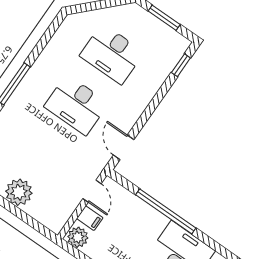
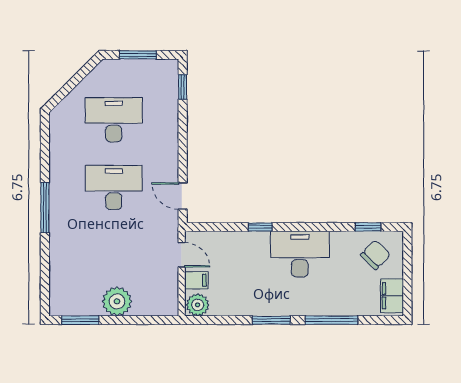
desk: (112, 54) -> (114, 120), turned 180
desk: (76, 105) -> (114, 187), turned 180
window: (166, 211) -> (260, 227), width x0.32

